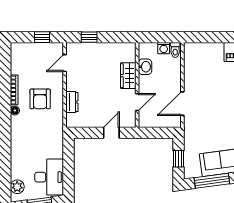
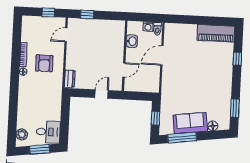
wardrobe: (128, 76) -> (118, 48), removed
dresser: (72, 102) -> (70, 79), moved
door: (182, 104) -> (162, 55), moved
desk: (49, 177) -> (48, 132), width x0.73

